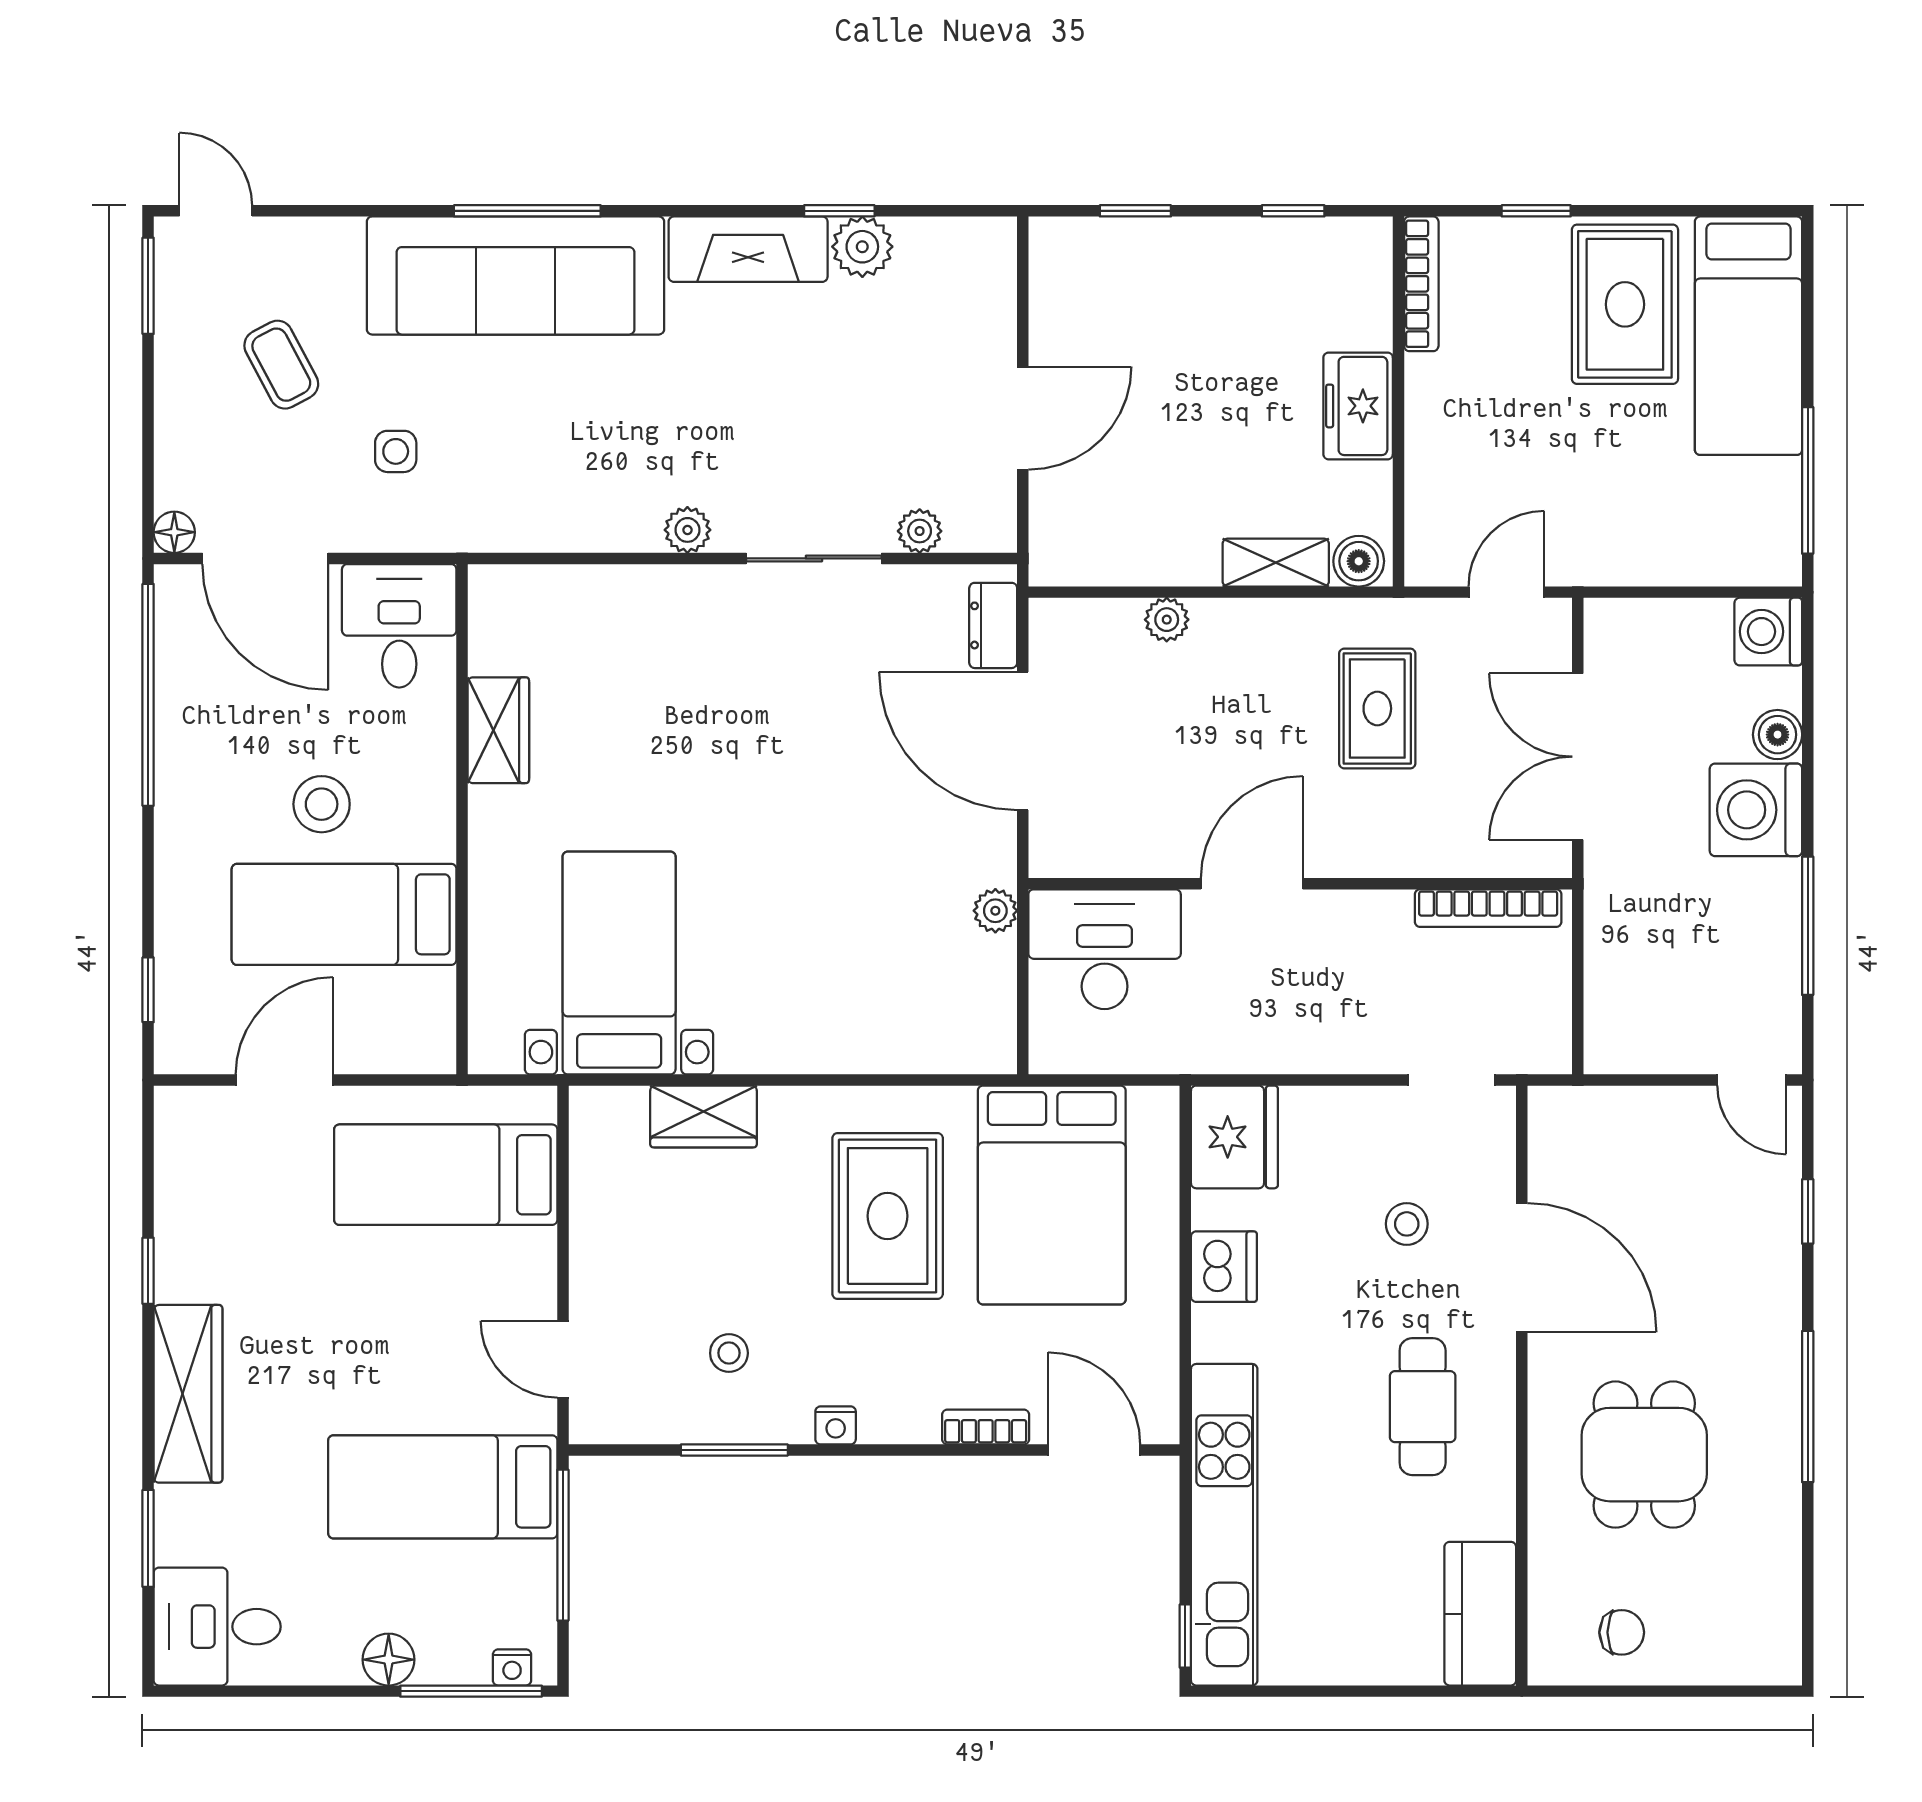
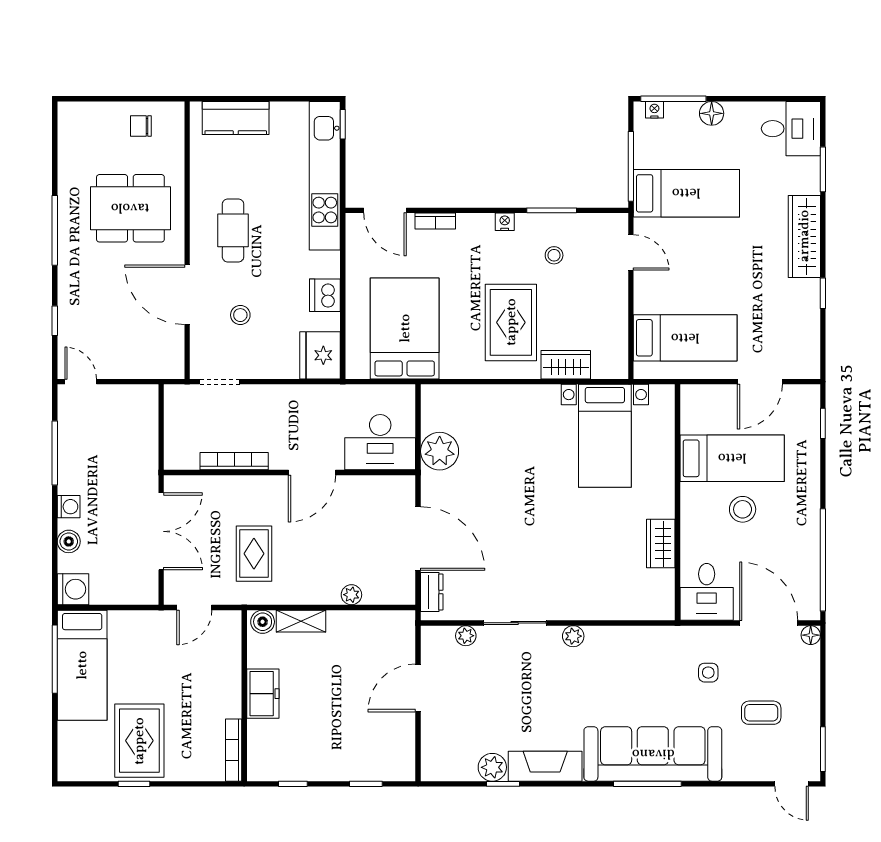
window: (1536, 211) -> (134, 784), moved
bed: (1748, 336) -> (82, 665), moved, turned 180
coffee table: (281, 365) -> (761, 713), turned -62
washing machine: (1756, 810) -> (69, 507), width x0.53, depth x0.53
bookcase: (1488, 908) -> (234, 461), moved
plant: (995, 911) -> (440, 451), width x1.88, depth x1.88
rug: (888, 1216) -> (511, 322), moved
dining table: (1644, 1455) -> (130, 208), width x1.38
kitchen counter: (1480, 1614) -> (236, 118), moved, turned 90

